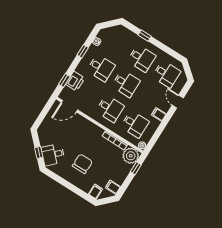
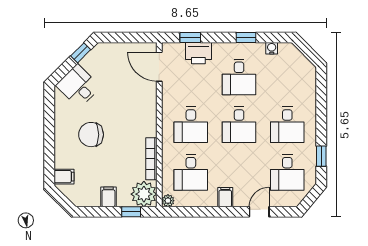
window: (145, 36) -> (321, 156), moved
window: (39, 152) -> (81, 53), moved
chair: (82, 164) -> (91, 135), turned 180
filing cabinet: (113, 187) -> (108, 197), moved

